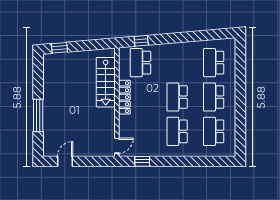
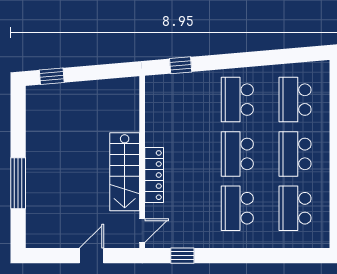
school desk: (141, 63) -> (237, 100), moved
stairs: (106, 82) -> (125, 172), moved
locker: (124, 97) -> (154, 175), moved
door: (65, 161) -> (92, 256), moved

